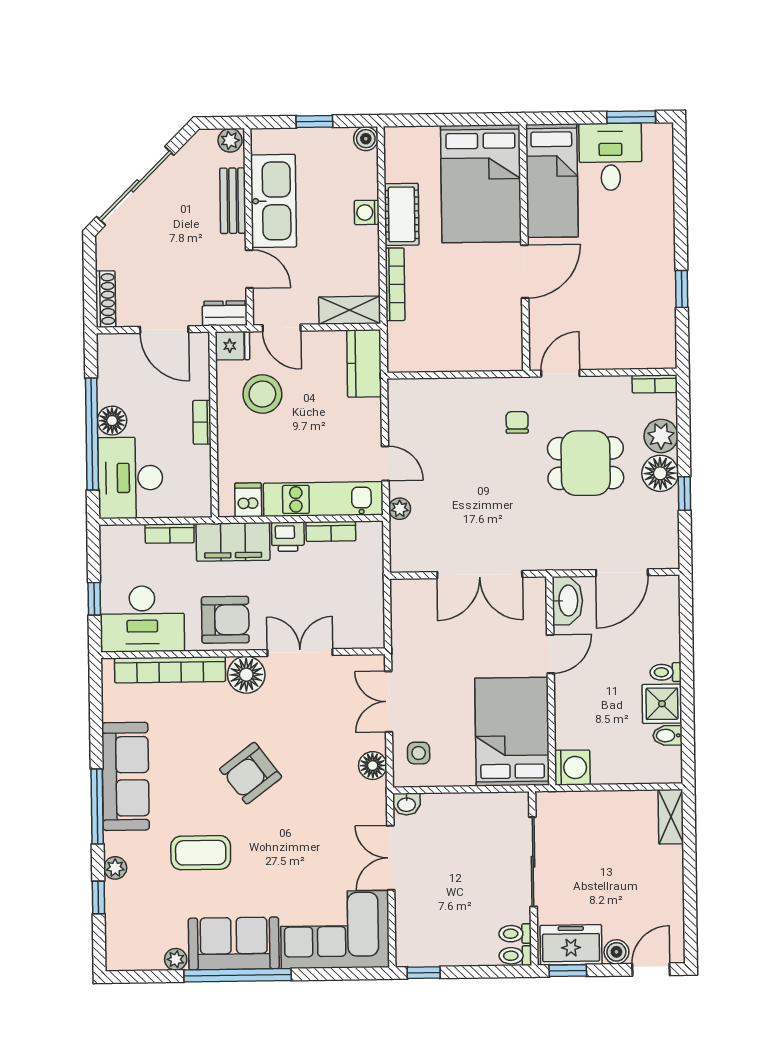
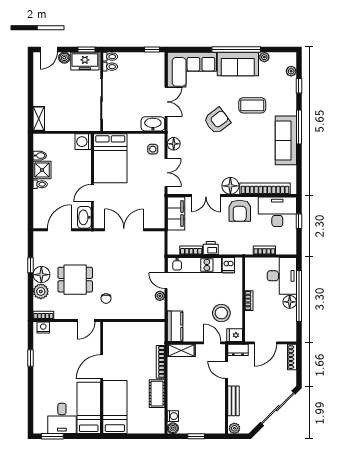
bed: (481, 184) -> (115, 407), width x0.67
kitchen sink: (273, 201) -> (215, 401), removed
washing machine: (367, 212) -> (173, 416), moved
door: (164, 330) -> (265, 343), swing flipped
nightstand: (655, 357) -> (43, 327), added
plant: (400, 509) -> (160, 296), moved
filing cabinet: (233, 542) -> (176, 213), moved, turned 90
armchair: (225, 620) -> (240, 211), turned -90
armchair: (251, 773) -> (217, 121), moved
washbasin: (407, 804) -> (153, 124), width x1.91, depth x1.45
plant: (115, 868) -> (291, 71), moved

